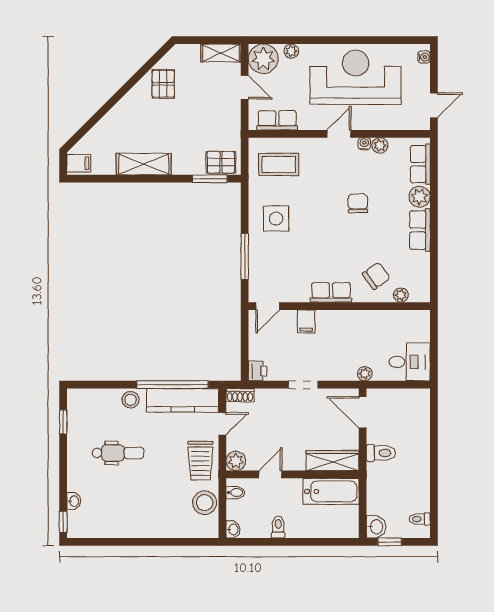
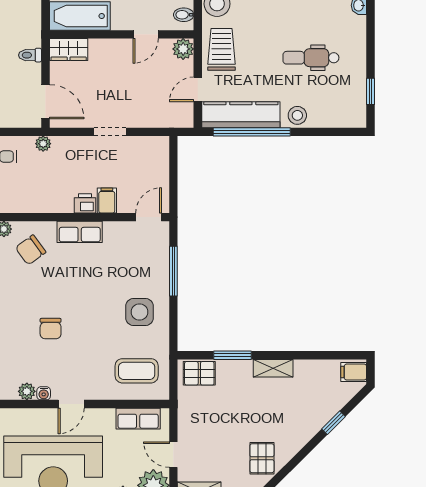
window: (97, 117) -> (333, 423), added
shelving: (144, 164) -> (273, 368), width x0.67, depth x0.75
window: (210, 179) -> (232, 355), moved
printer: (257, 371) -> (85, 203), moved, turned 90
shoe rack: (240, 395) -> (179, 120), removed
toilet: (381, 453) -> (30, 55), width x0.73, depth x0.72
wardrobe: (333, 461) -> (69, 49), width x0.67

